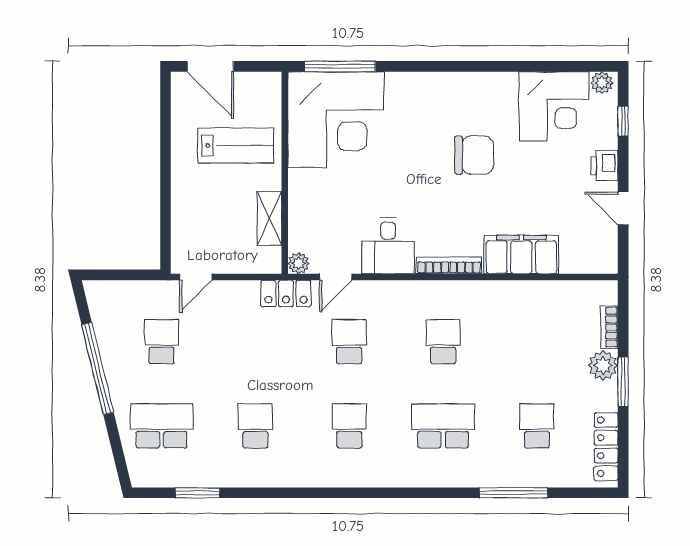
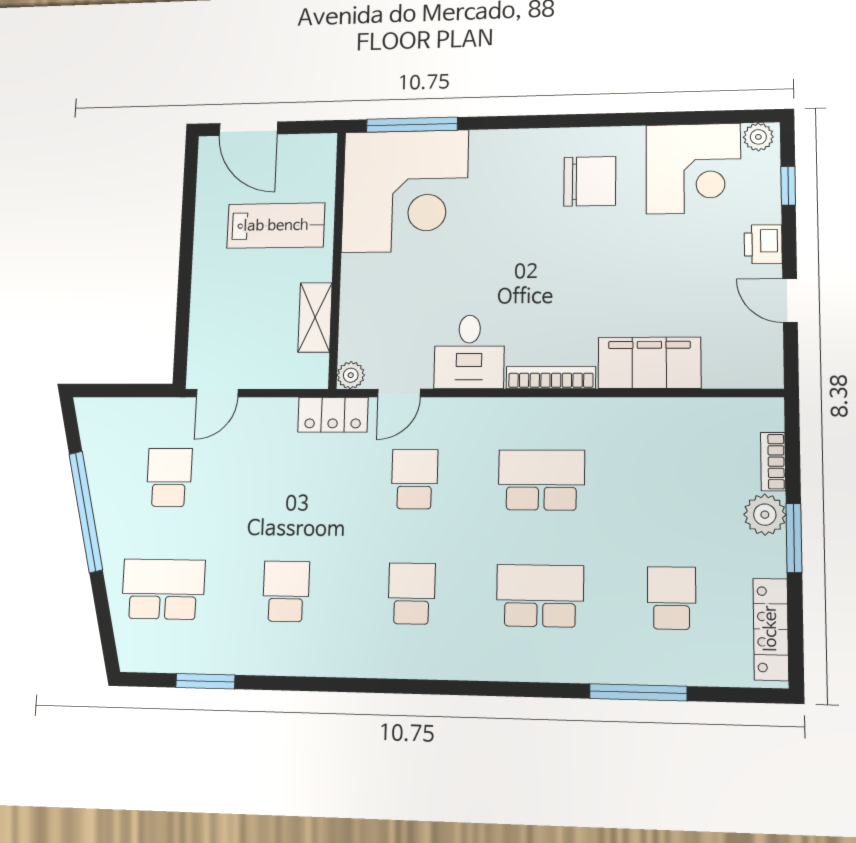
chair: (474, 155) -> (590, 181), moved
school desk: (443, 342) -> (541, 480), width x1.85

